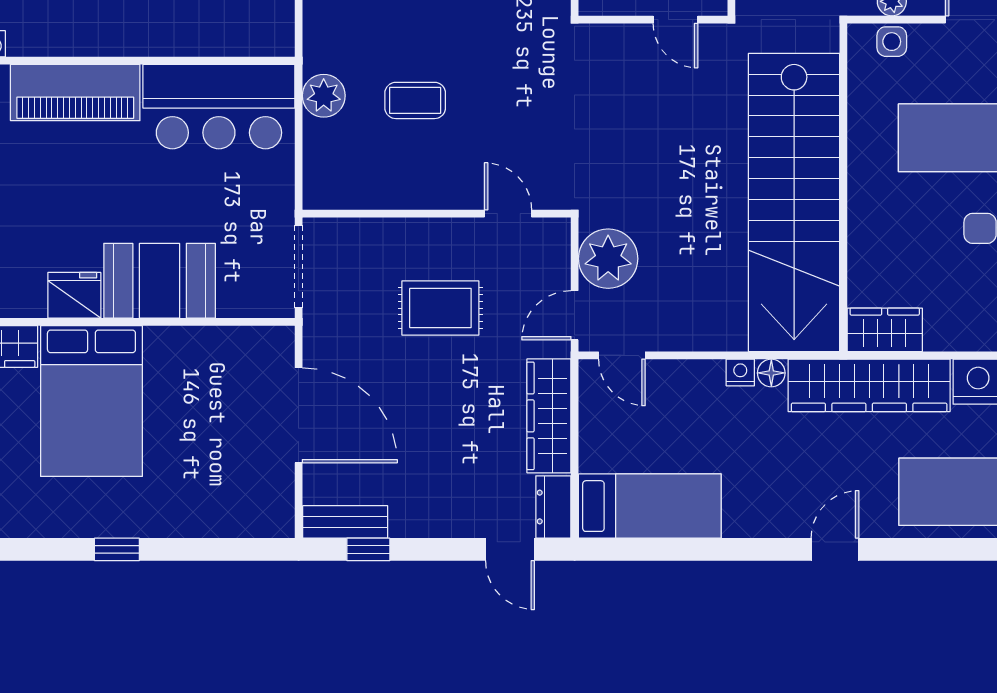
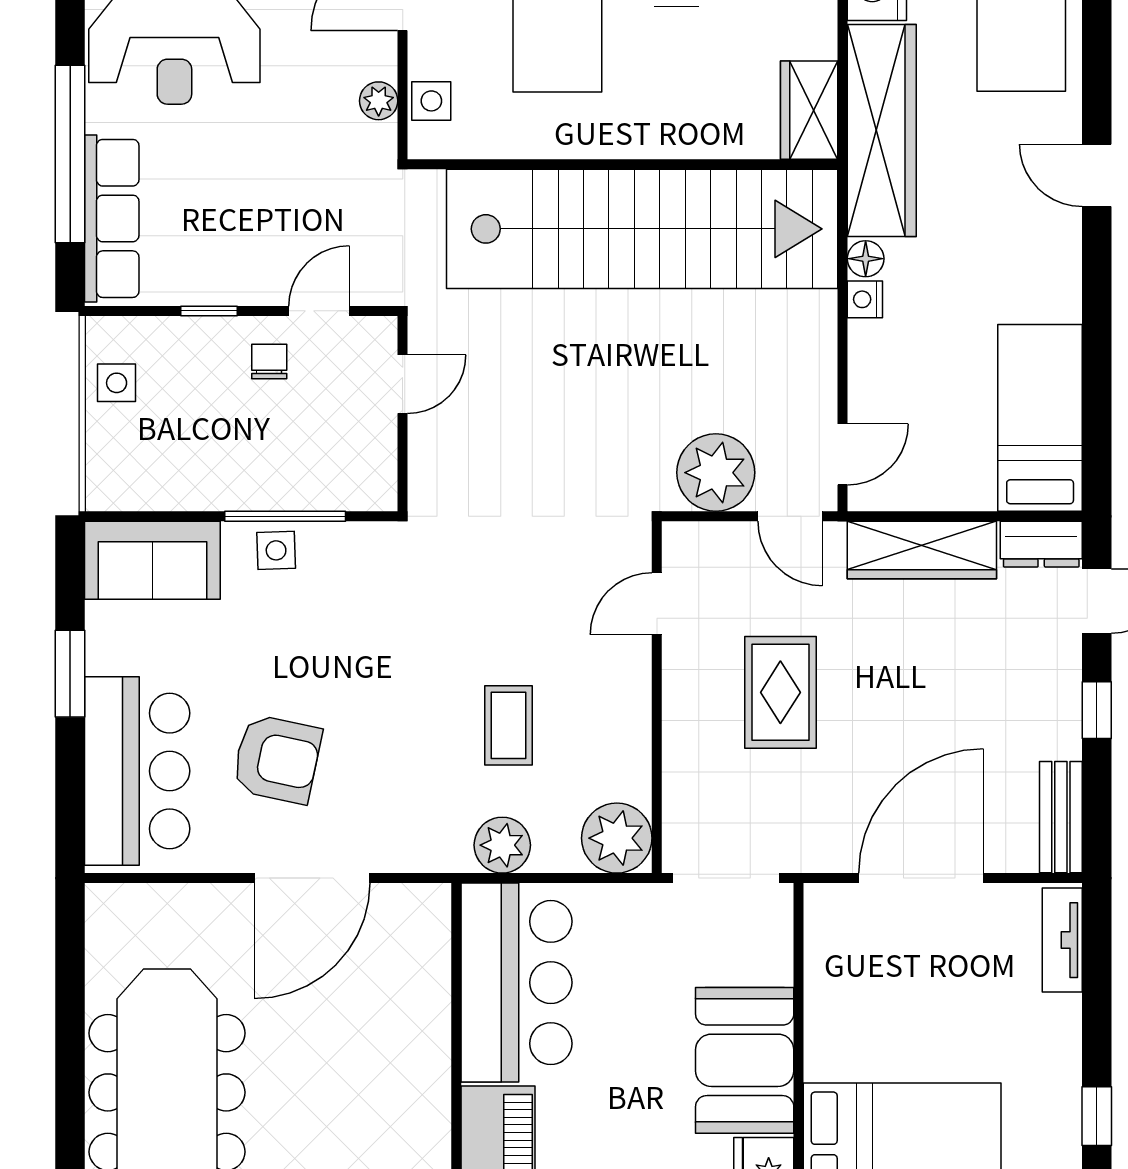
plant: (329, 183) -> (617, 838), added
tv unit: (251, 523) -> (1062, 940), added
window: (368, 549) -> (1097, 710), moved

